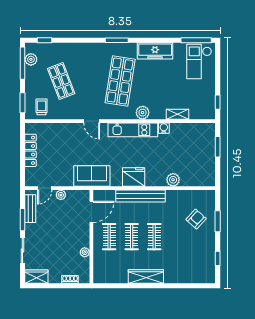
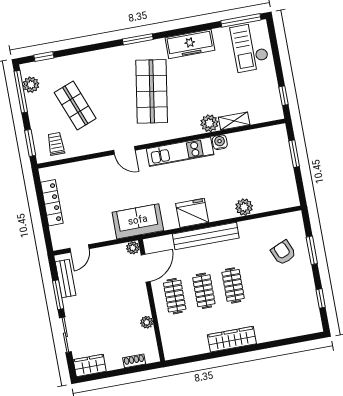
plant: (143, 113) -> (209, 123), moved
plant: (61, 195) -> (133, 248), moved
armchair: (196, 219) -> (283, 253), turned -65

